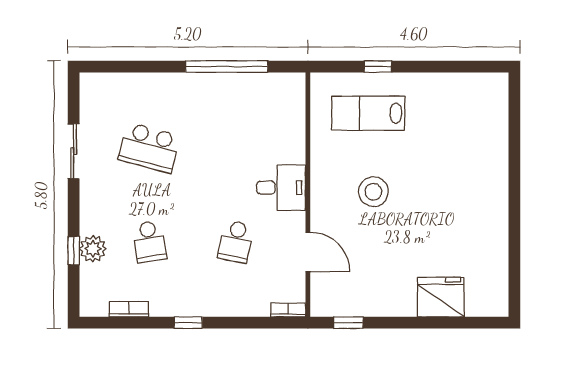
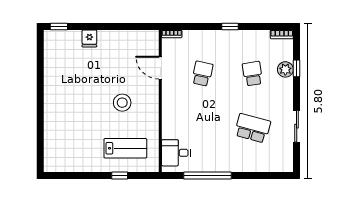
desk: (281, 188) -> (176, 153), moved
fridge: (441, 297) -> (89, 38), width x0.53, depth x0.75
bookcase: (129, 309) -> (282, 34), moved
window: (348, 323) -> (59, 26), moved

